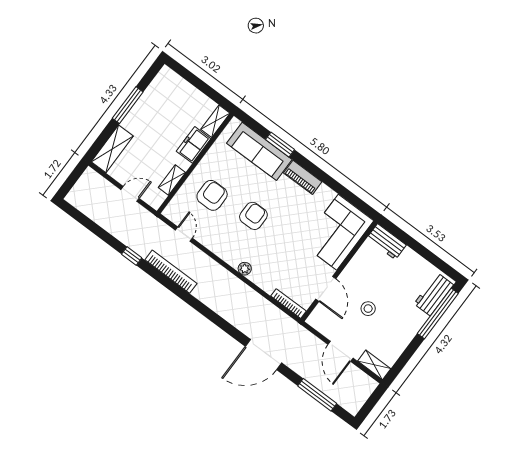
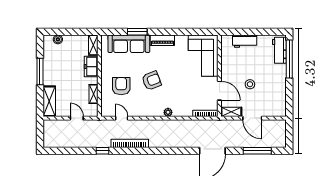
boiler: (178, 82) -> (58, 39), added
door: (130, 194) -> (77, 118), hinge flipped
armchair: (253, 216) -> (152, 81), turned 69
workbench: (386, 242) -> (245, 41), moved
shelving: (374, 365) -> (231, 112), moved

